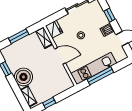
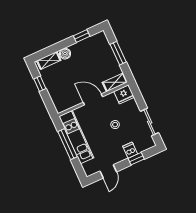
dishwasher: (107, 30) -> (130, 150), moved
door: (60, 56) -> (93, 99), swing flipped
boiler: (23, 77) -> (65, 54), width x0.54, depth x0.54

